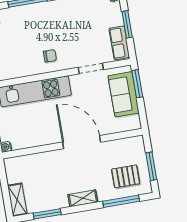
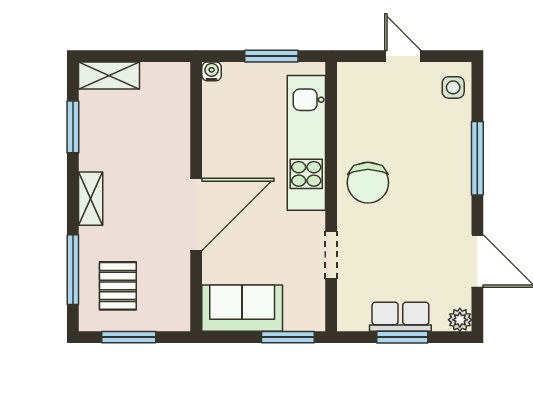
row of seats: (119, 43) -> (400, 317), moved
chair: (50, 56) -> (368, 183), width x1.87, depth x1.87
sofa: (124, 94) -> (242, 308), moved

